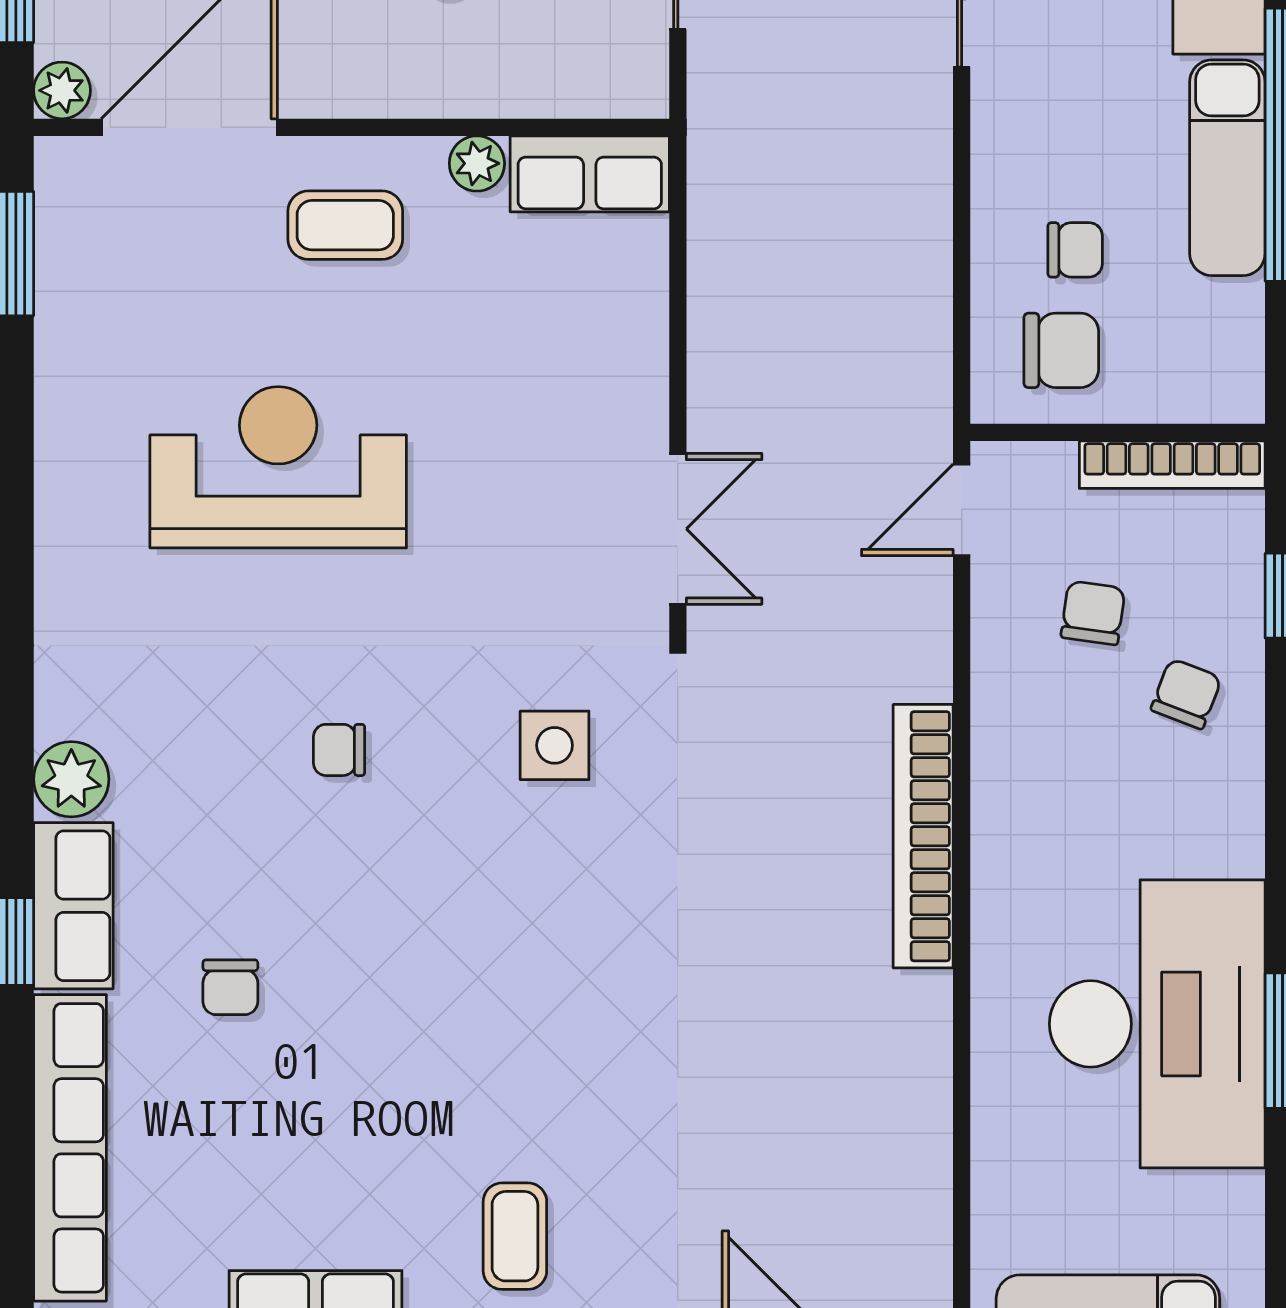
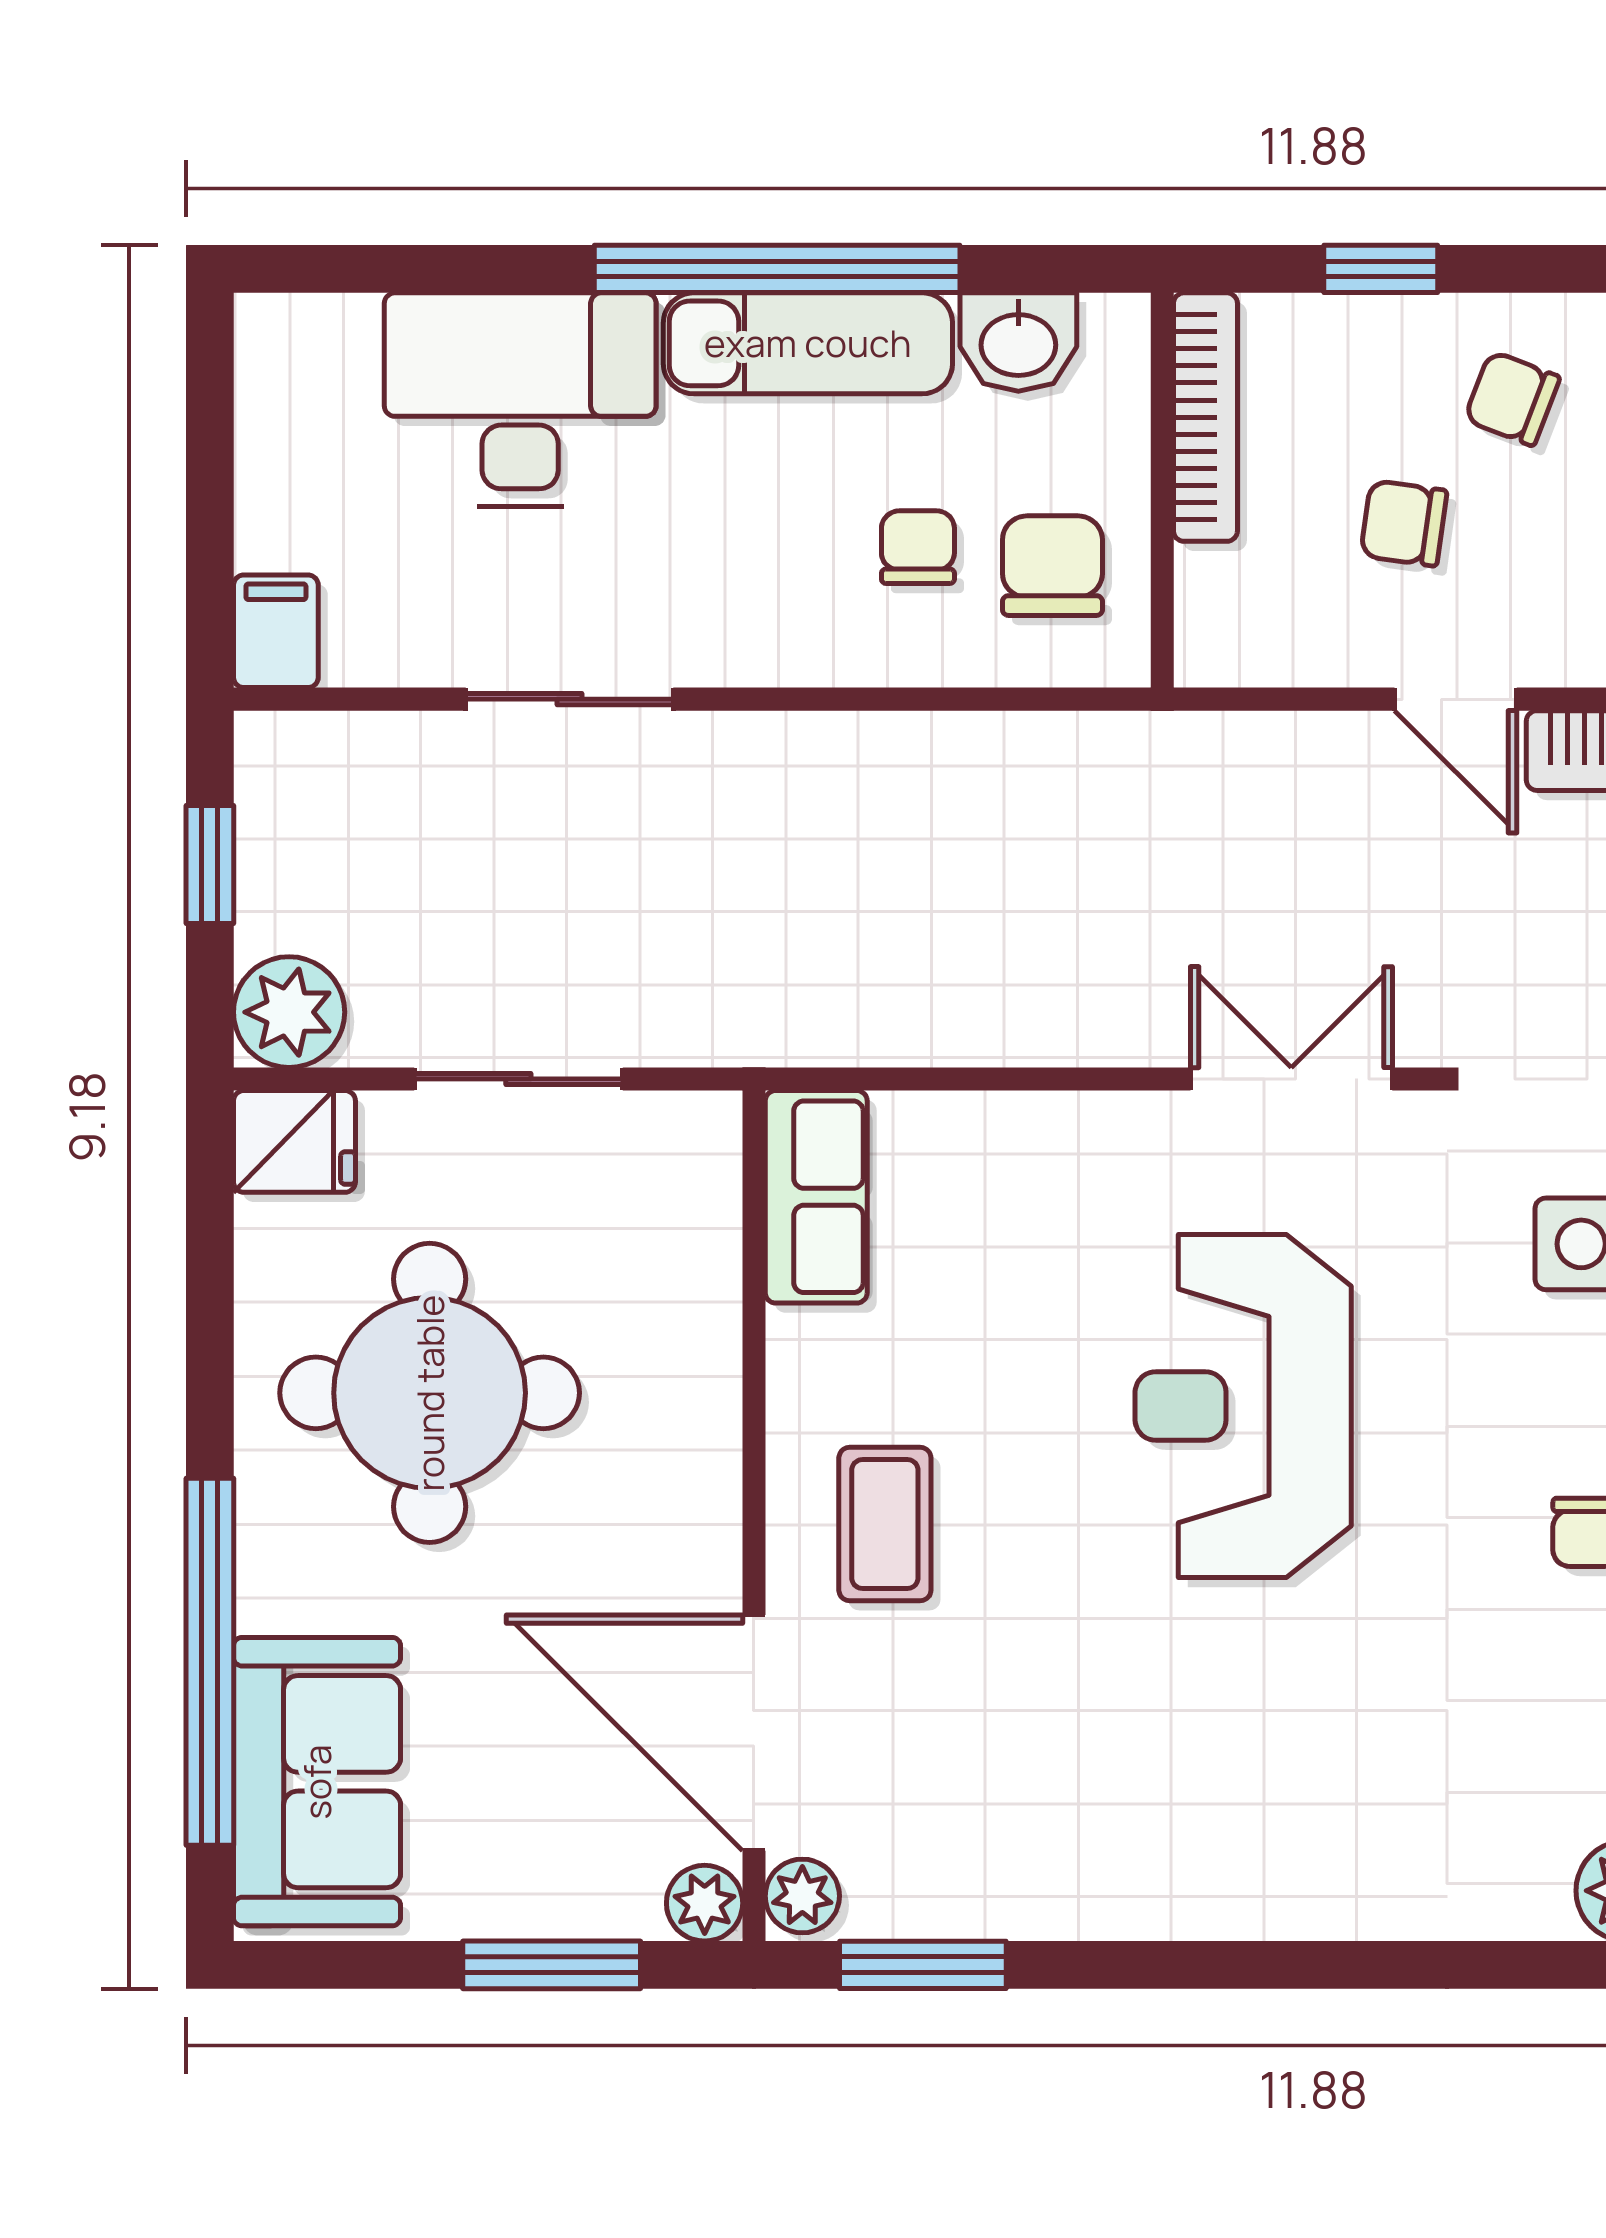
plant: (477, 163) -> (802, 1896), moved
washbasin: (1228, 325) -> (1018, 342), added
reception desk: (278, 467) -> (1243, 1406), moved
door: (962, 510) -> (1456, 699), moved

